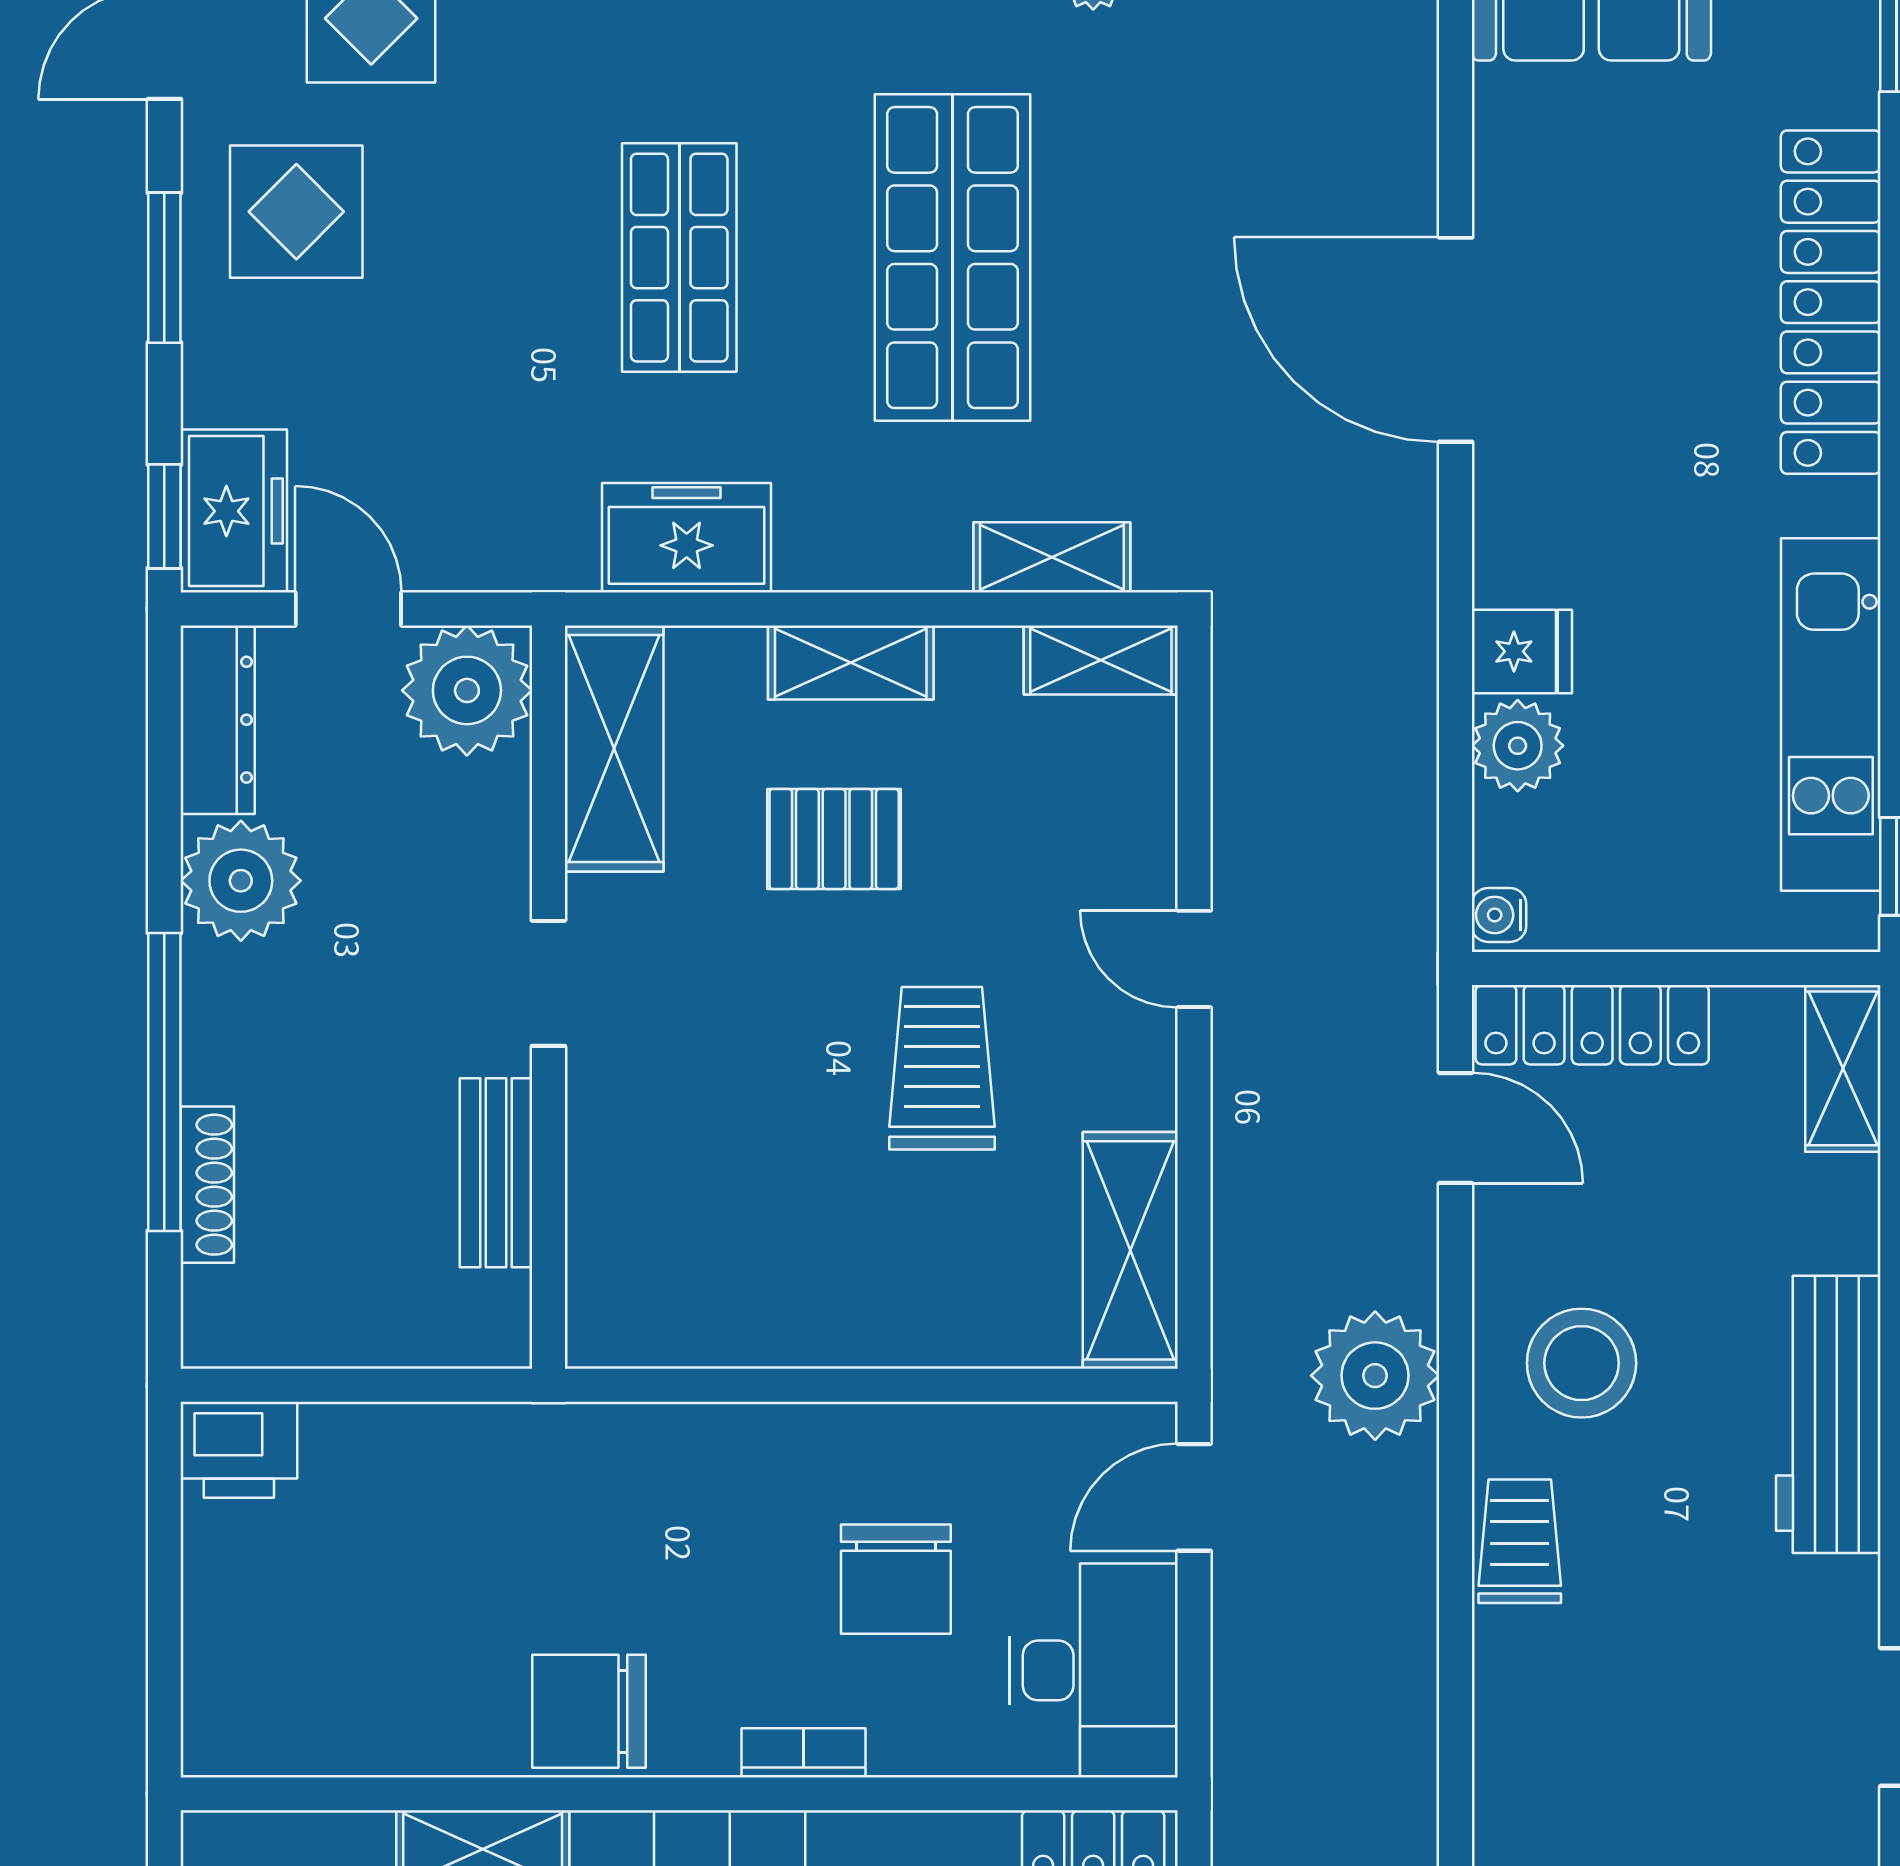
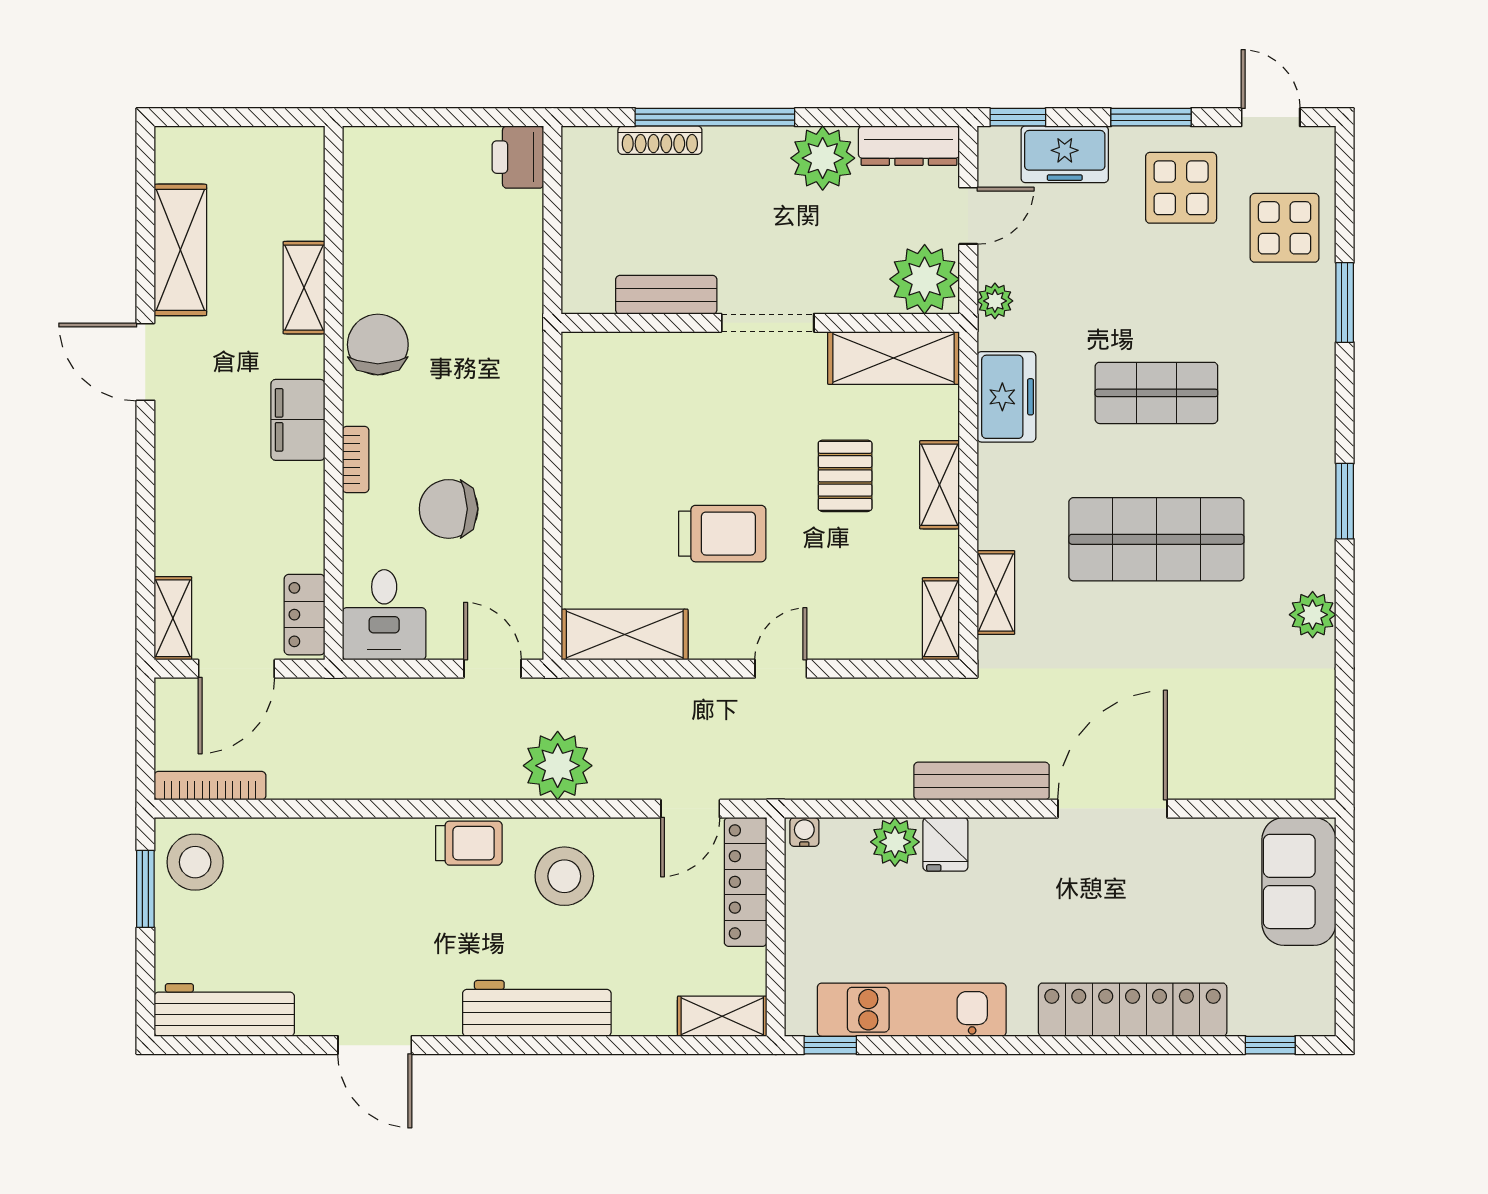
freezer: (234, 511) -> (1065, 154), moved
plant: (507, 559) -> (995, 301), added
bench: (1404, 584) -> (982, 781), added
doorway: (548, 983) -> (768, 323), width x1.38
desk: (1094, 1670) -> (384, 615), width x0.73

